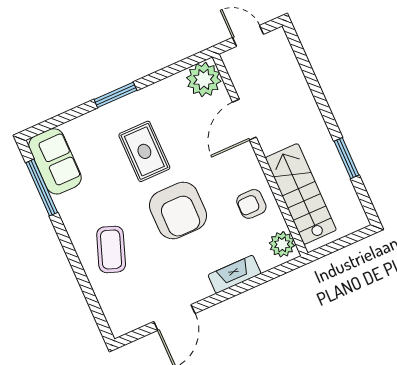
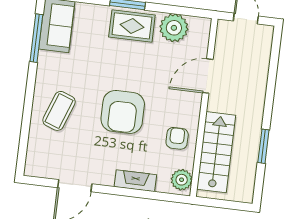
plant: (204, 79) -> (174, 28), moved
rug: (144, 151) -> (132, 26), moved, turned 90
armchair: (251, 204) -> (177, 138), turned 90

